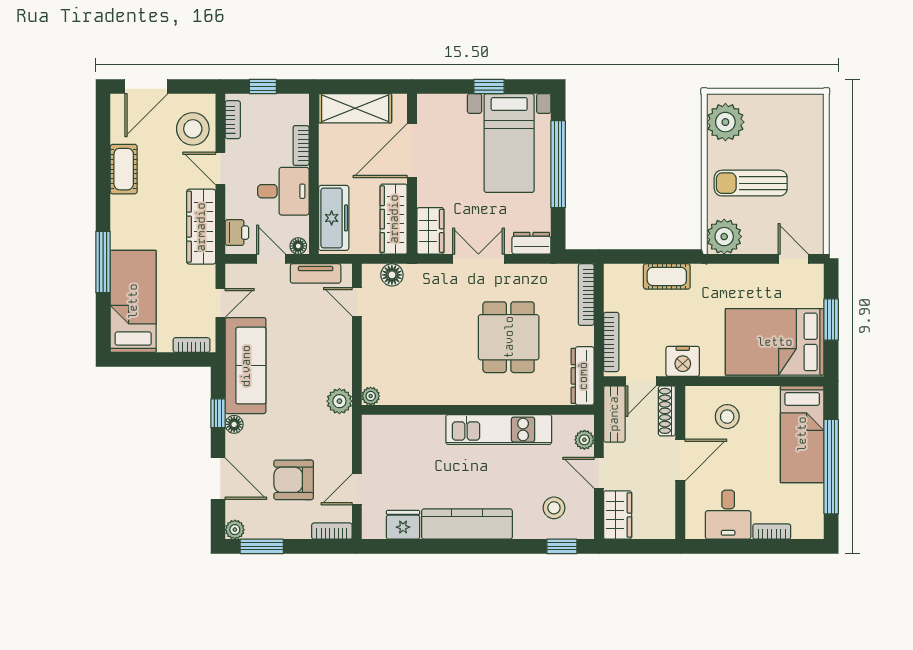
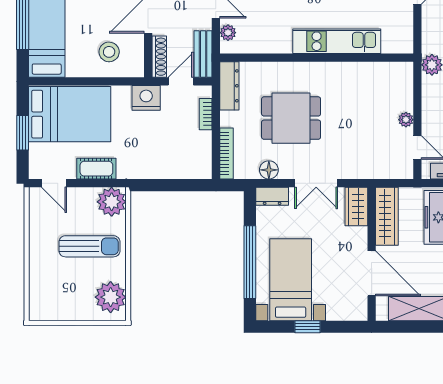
door: (412, 151) -> (372, 273), hinge flipped
floor lamp: (392, 275) -> (269, 170), moved
cot: (667, 276) -> (96, 169), moved
dining table: (509, 337) -> (291, 118), turned 90
bookcase: (611, 342) -> (206, 114), width x0.64
plant: (371, 396) -> (406, 120), moved
kitchen unit: (499, 430) -> (337, 41), moved

